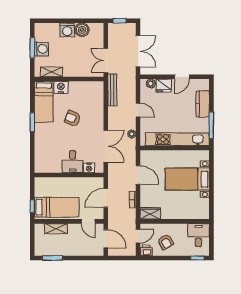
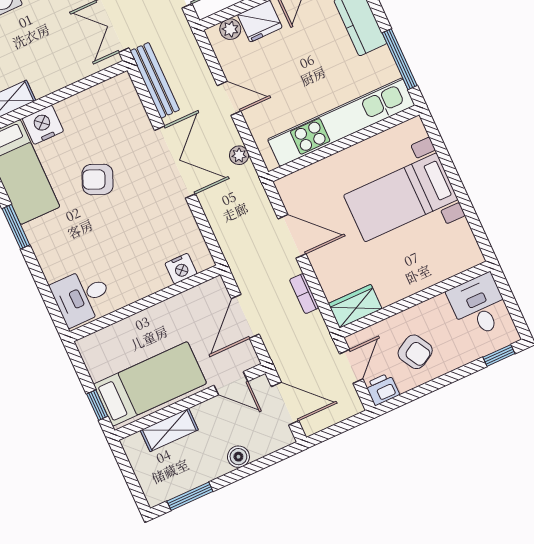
double door: (106, 146) -> (175, 162), moved
desk: (73, 162) -> (82, 297), moved, turned 90
boiler: (78, 251) -> (238, 457), added

